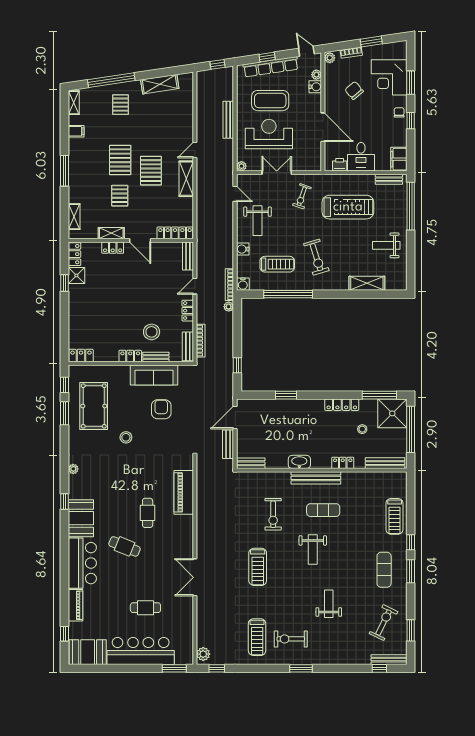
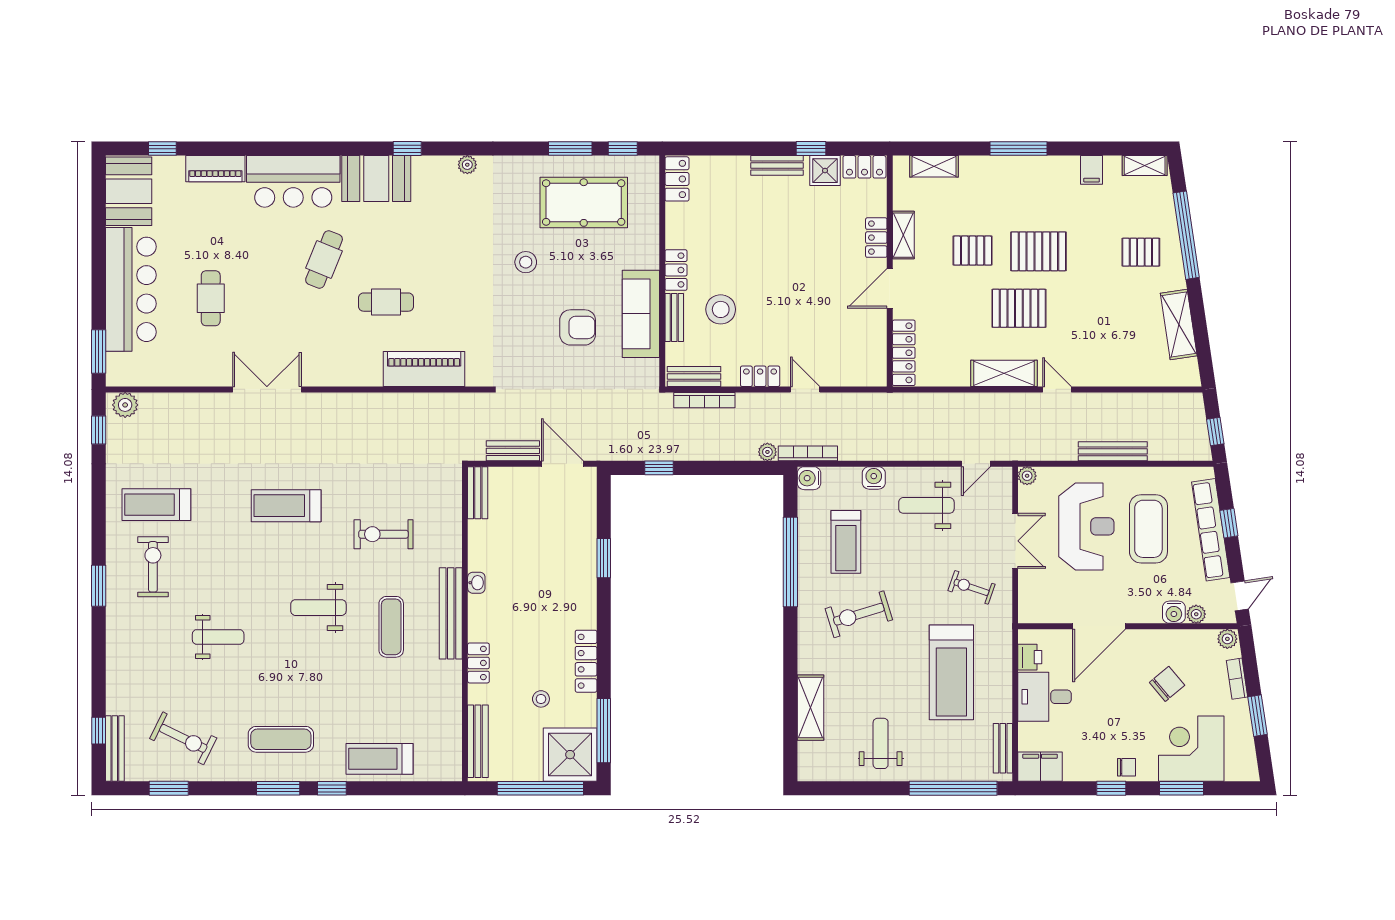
bench: (188, 256) -> (777, 165), moved
washbasin: (299, 462) -> (476, 583), width x0.52, depth x0.69

